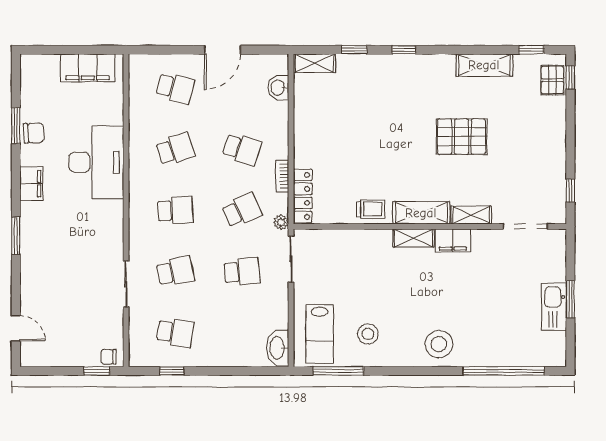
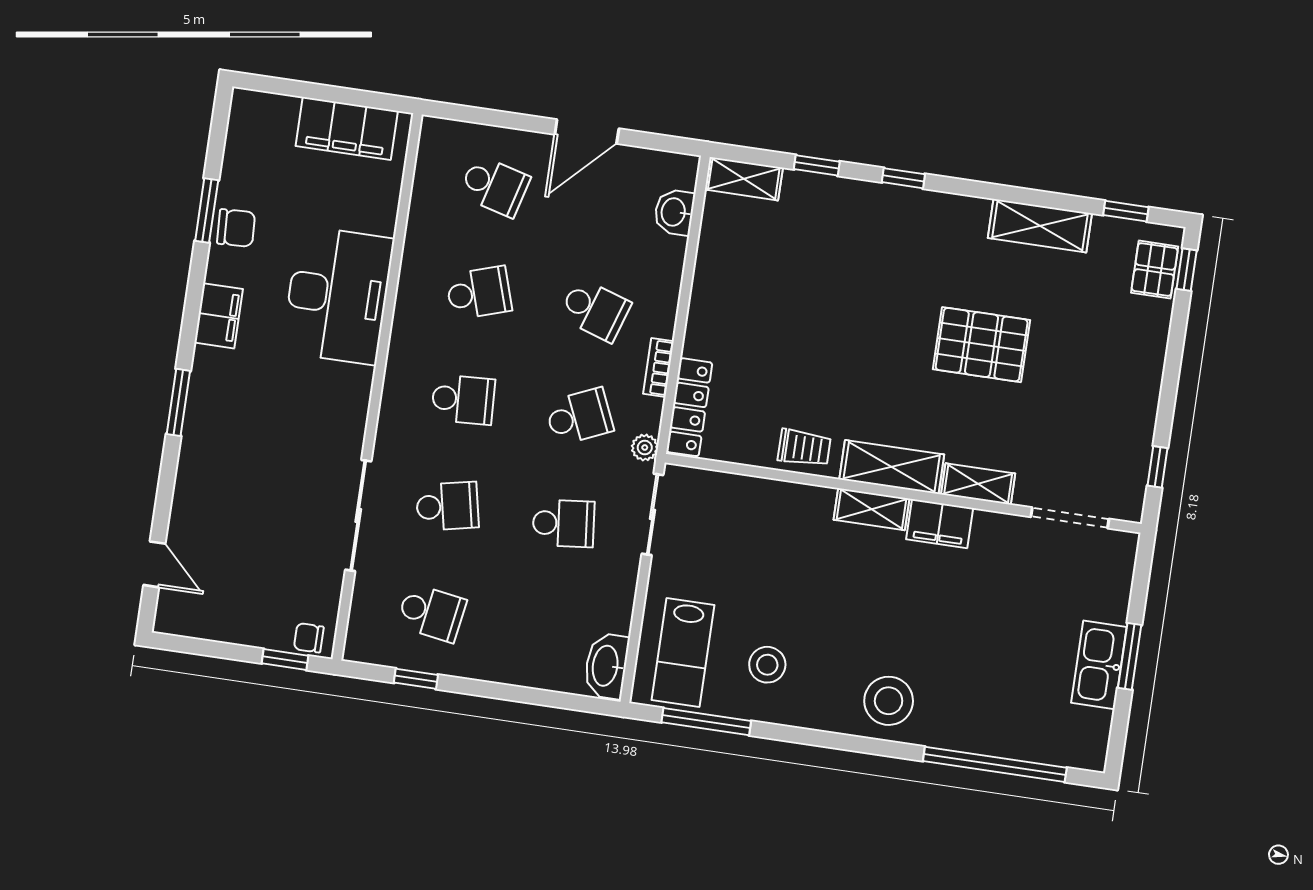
sliding door: (126, 284) -> (358, 515), width x1.37

